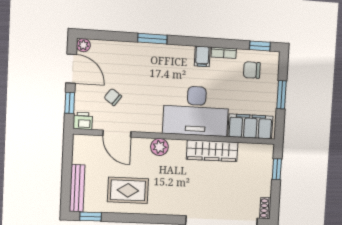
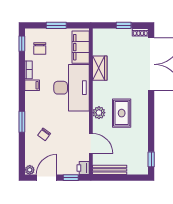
chair: (113, 97) -> (44, 134), moved
door: (117, 134) -> (91, 143), hinge flipped
wardrobe: (212, 151) -> (100, 68), width x0.67
window: (277, 169) -> (124, 25), moved
bench: (77, 188) -> (110, 170), moved
rug: (128, 190) -> (122, 113), moved

